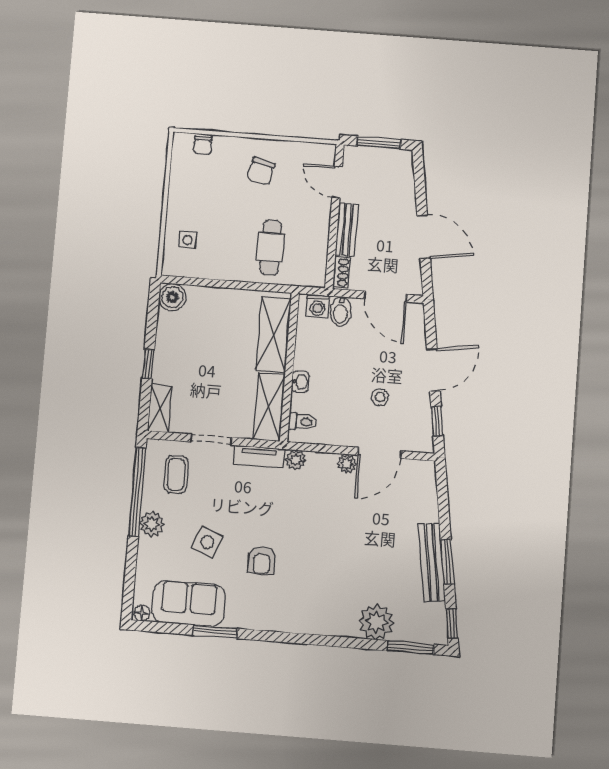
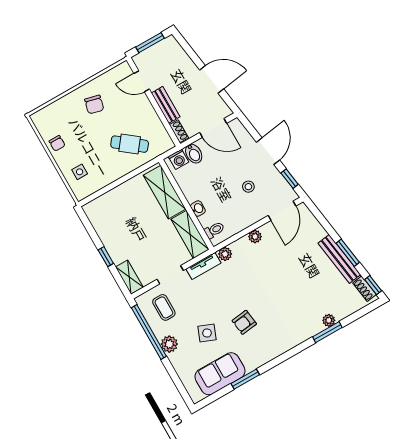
chair: (203, 145) -> (57, 143), moved
cafe table: (271, 247) -> (130, 144), turned -52
boiler: (172, 297) -> (93, 210), removed
door: (380, 453) -> (282, 211), moved
armchair: (262, 560) -> (244, 322), turned 83
floor lamp: (142, 613) -> (198, 397), removed
shoe rack: (438, 621) -> (364, 289), added
plant: (376, 622) -> (329, 320), width x0.53, depth x0.53
window: (411, 648) -> (327, 332), moved

